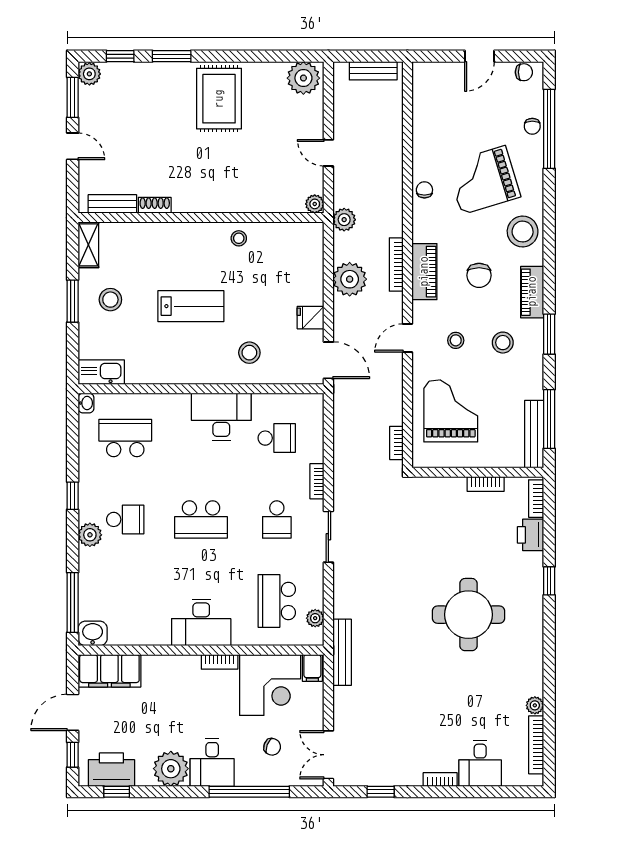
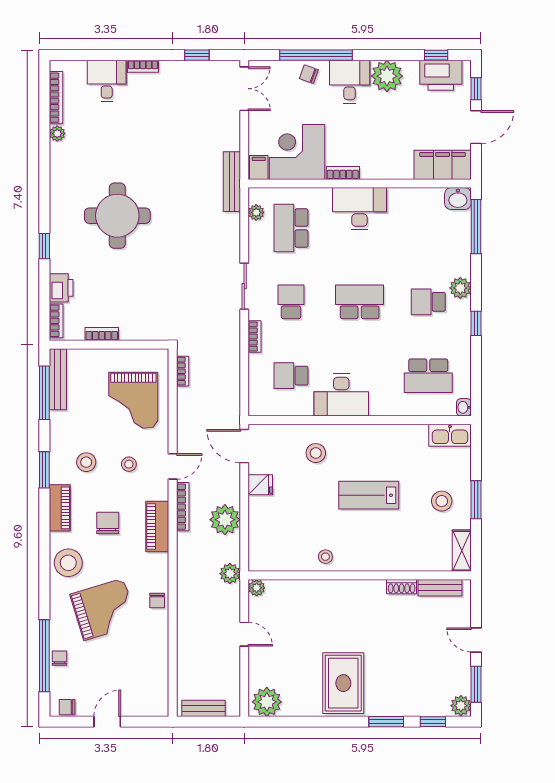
bookcase: (396, 265) -> (183, 507), moved
school desk: (277, 601) -> (291, 228), turned 180
chair: (272, 747) -> (309, 74), moved

